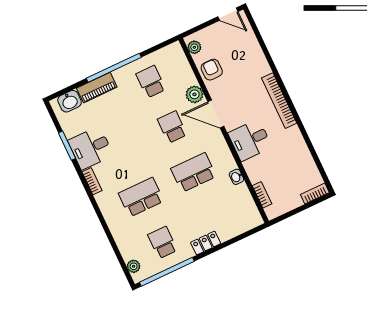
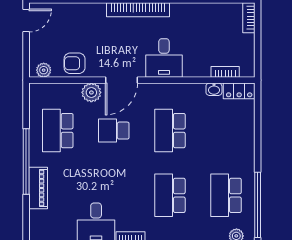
school desk: (151, 82) -> (58, 131), width x1.85
washbasin: (70, 101) -> (39, 222), removed
washbasin: (236, 177) -> (214, 89), moved
school desk: (162, 243) -> (226, 195), width x1.85
locker: (206, 243) -> (239, 91), moved, turned -90

